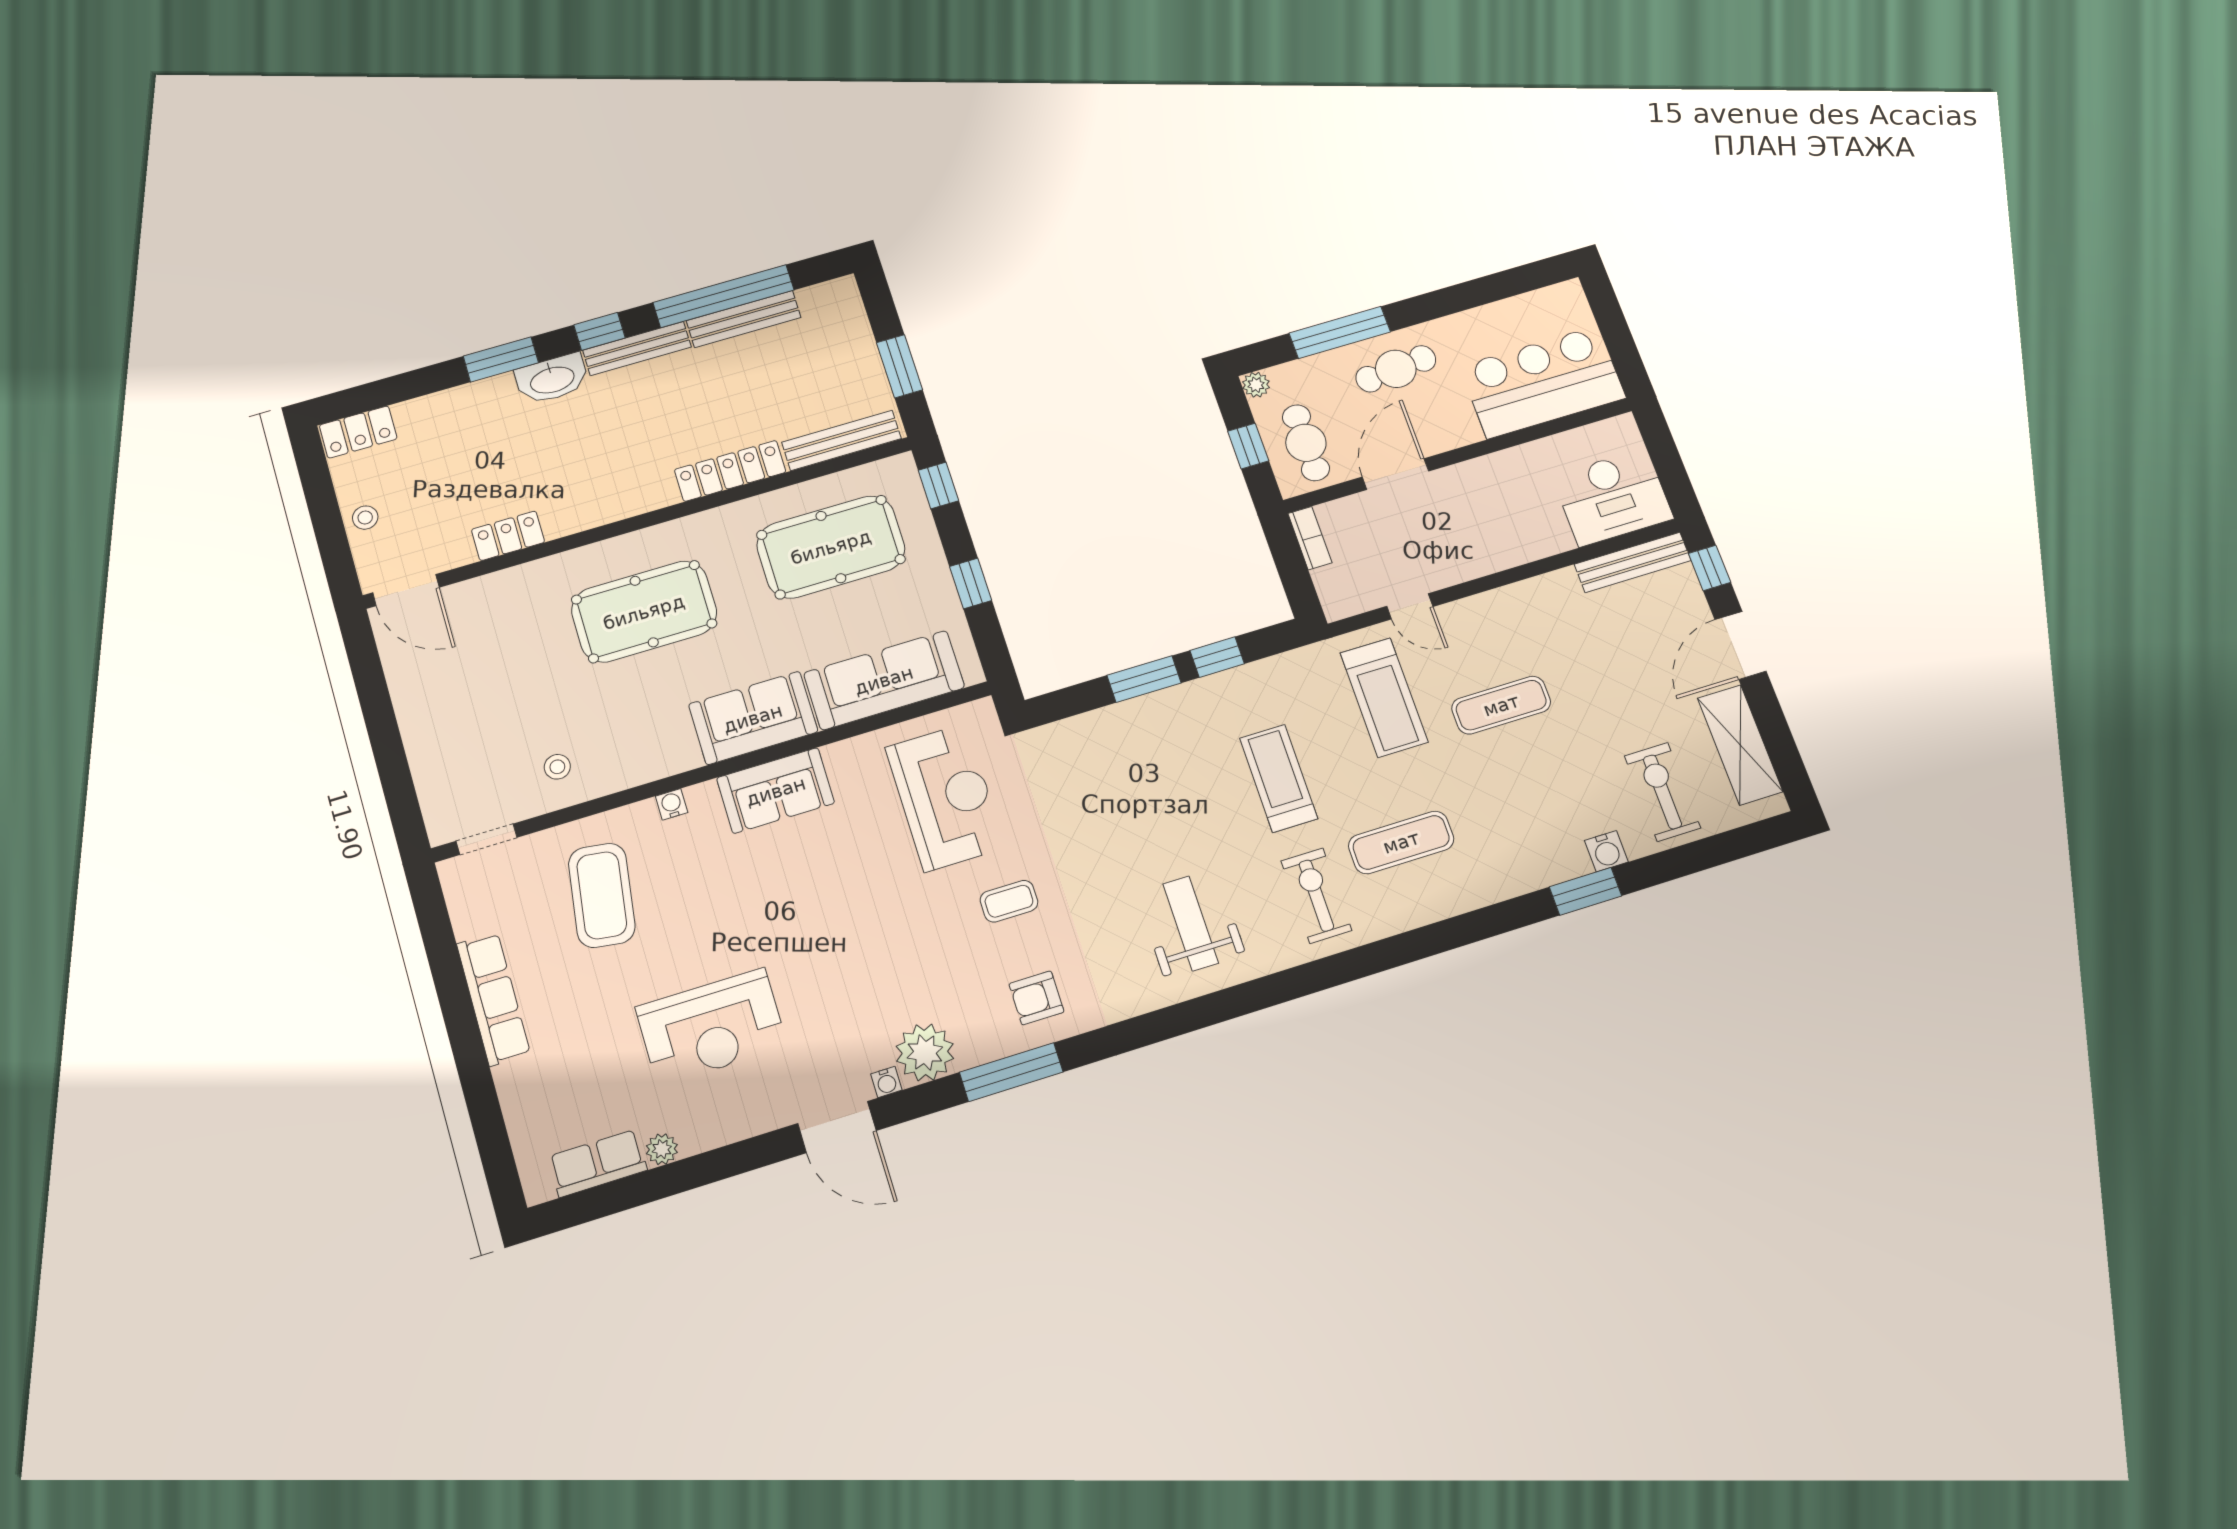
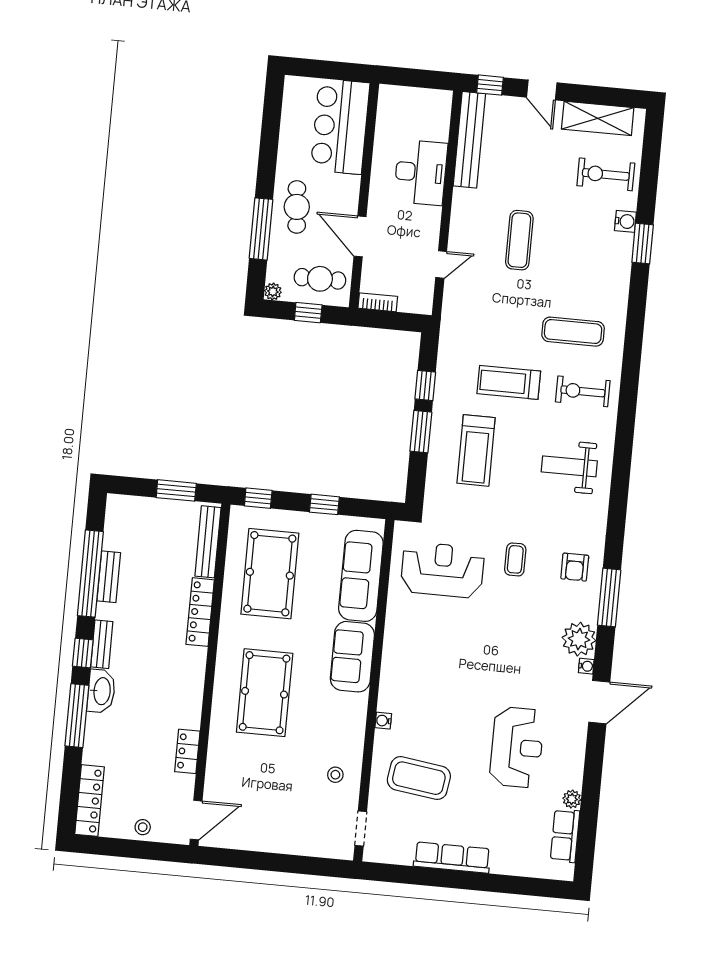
bench: (744, 319) -> (109, 577), width x0.73
bench: (637, 349) -> (102, 644), width x0.73
window: (501, 359) -> (77, 716), width x1.44
locker: (358, 432) -> (90, 801), width x1.53
desk: (1613, 497) -> (421, 172), moved
bench: (1633, 562) -> (469, 140), width x1.37, depth x1.21
door: (1740, 645) -> (542, 90), width x0.73
treadmill: (1384, 697) -> (476, 450), moved, turned 90
sofa: (776, 791) -> (399, 661), removed
exercise mat: (1401, 842) -> (573, 332), turned 90

